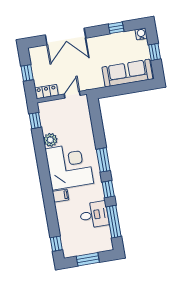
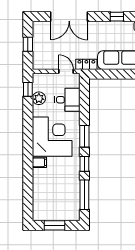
locker: (46, 92) -> (86, 64), moved
door: (72, 95) -> (66, 71), hinge flipped
plant: (50, 140) -> (39, 98), moved
desk: (94, 215) -> (67, 100), moved
window: (56, 244) -> (28, 206), removed

